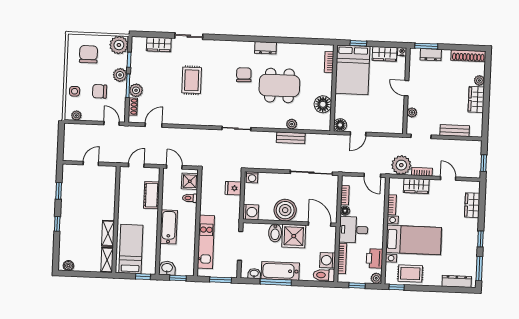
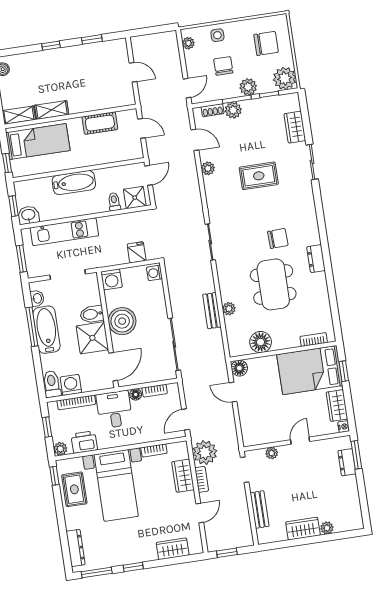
shoe rack: (468, 56) -> (355, 508), removed
plant: (178, 119) -> (208, 168), added
cot: (152, 195) -> (100, 123), moved
washbasin: (167, 268) -> (28, 215), moved, turned -90

